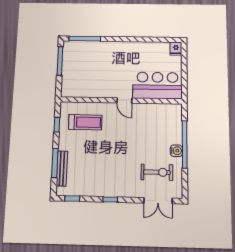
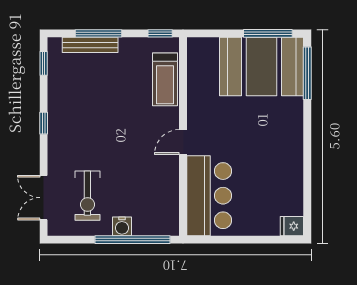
booth: (80, 65) -> (261, 67), added
bar counter: (157, 85) -> (209, 196), moved
wall: (121, 100) -> (183, 136), moved
door: (124, 100) -> (183, 142), moved

